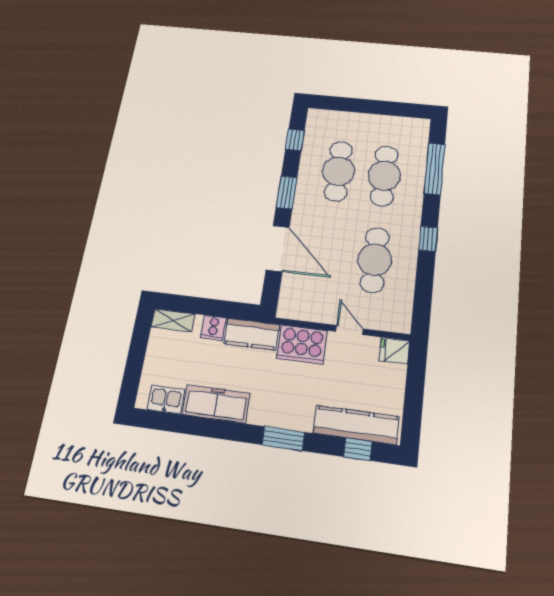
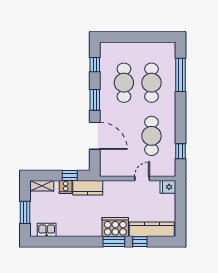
window: (428, 239) -> (181, 151), moved
window: (224, 309) -> (70, 175), added
door: (350, 330) -> (142, 179), hinge flipped
cooker: (302, 344) -> (115, 227), moved, turned 180
window: (135, 363) -> (25, 212), added
freezer: (216, 404) -> (75, 229), removed
window: (358, 449) -> (140, 242), moved

